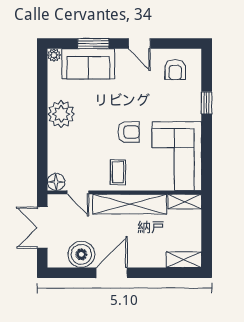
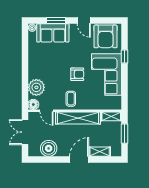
armchair: (175, 70) -> (106, 36), width x1.88, depth x1.88
plant: (61, 114) -> (36, 87), moved
corner sofa: (177, 156) -> (106, 74), moved
window: (207, 230) -> (125, 134), added
shelving: (184, 260) -> (100, 152), moved
door: (112, 273) -> (79, 159), moved

